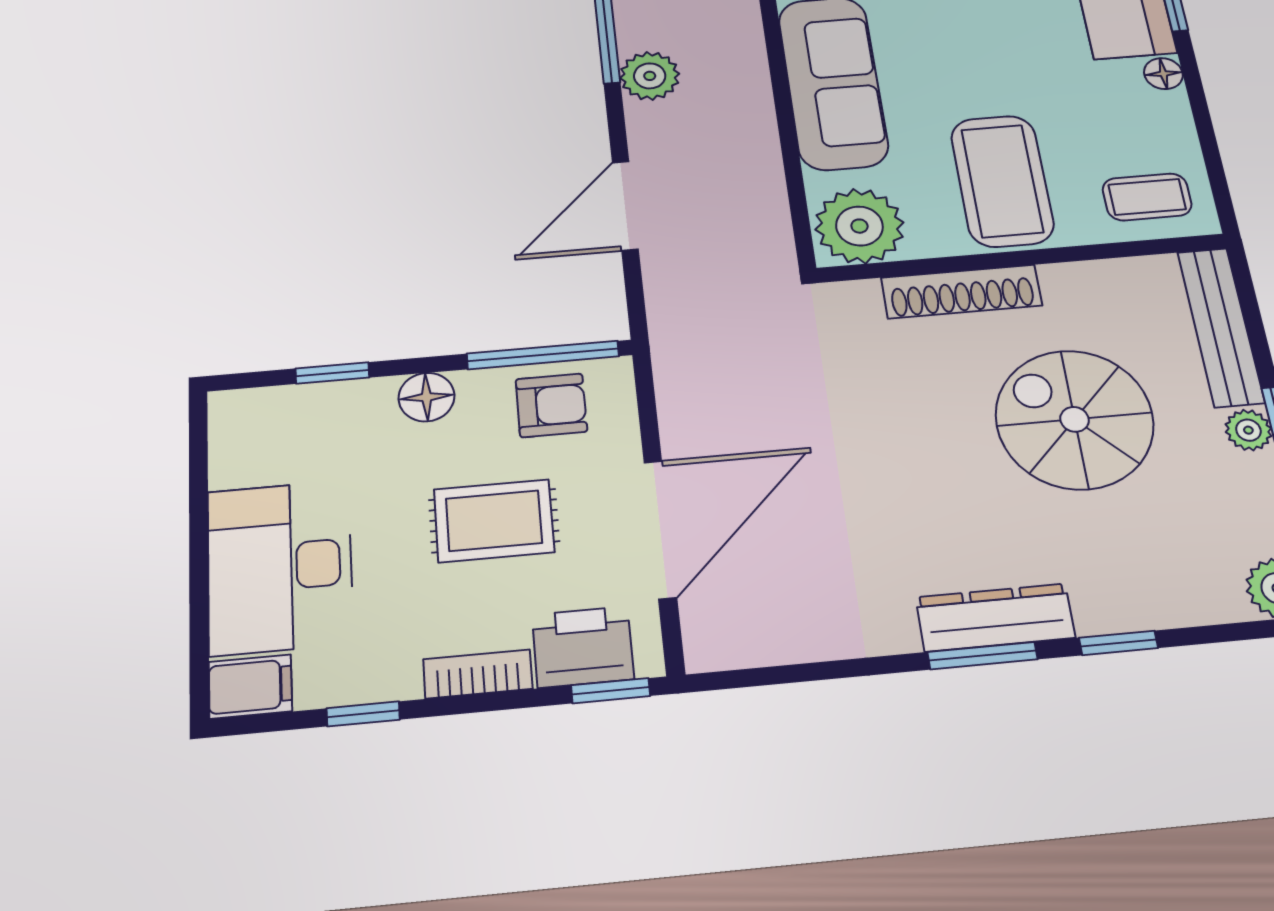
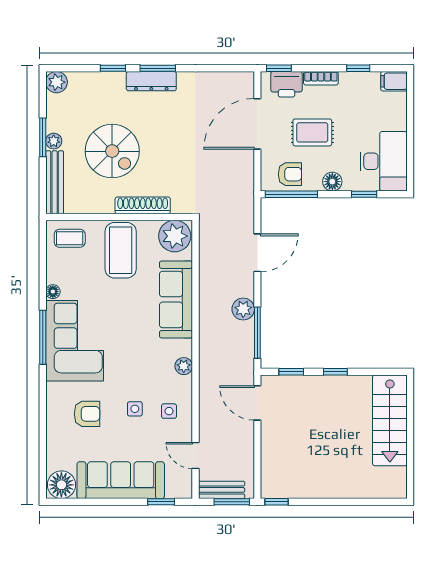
armchair: (551, 405) -> (290, 174), turned 180
desk: (280, 567) -> (384, 161), moved

